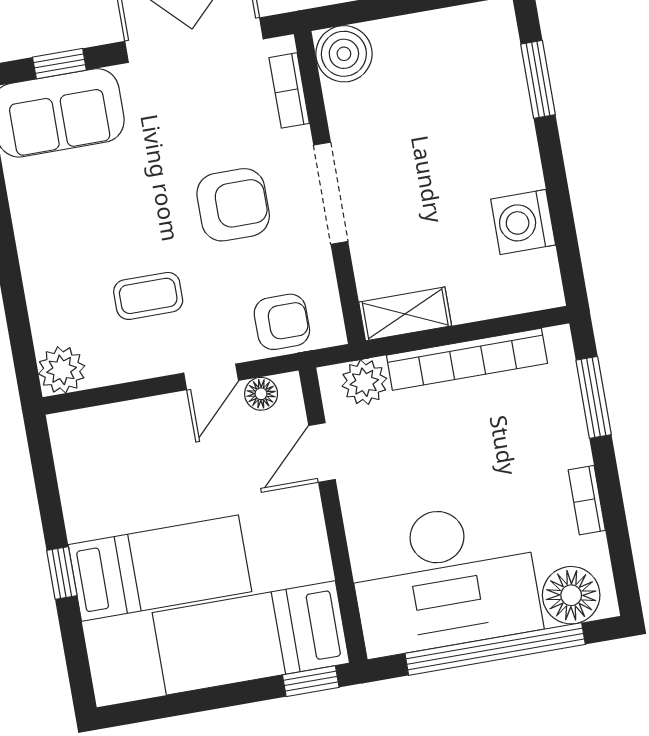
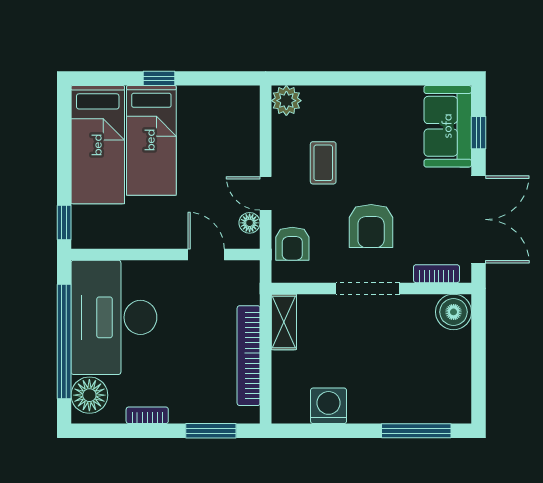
window: (538, 79) -> (416, 431), width x1.44
plant: (364, 382) -> (246, 289), removed
bed: (251, 638) -> (98, 145), moved, turned 180

